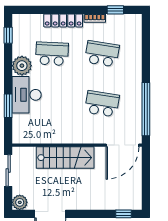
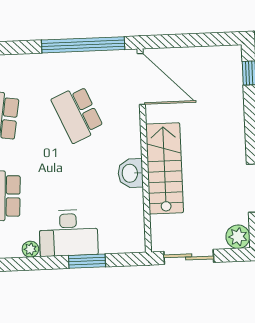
plant: (22, 66) -> (30, 249), width x0.53, depth x0.53
school desk: (102, 104) -> (77, 114), turned -33
washbasin: (63, 136) -> (131, 173), added

